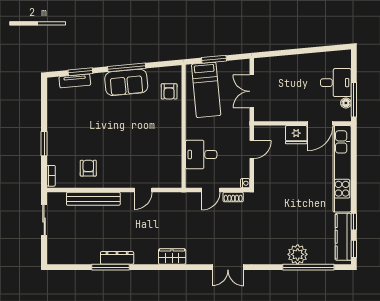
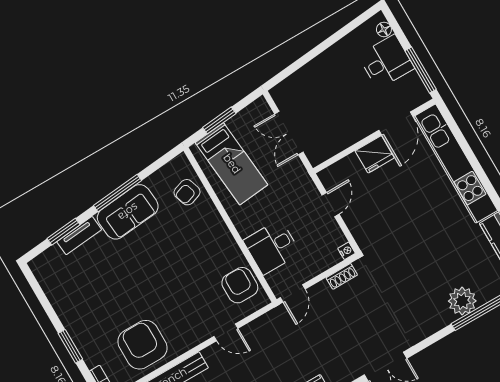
tv unit: (75, 81) -> (79, 236), moved
armchair: (169, 91) -> (187, 192), turned 72
floor lamp: (346, 103) -> (384, 29), moved
armchair: (168, 166) -> (240, 285), added
armchair: (88, 168) -> (143, 345), width x1.88, depth x1.88
door: (143, 190) -> (226, 332), hinge flipped
door: (211, 190) -> (293, 293), moved

